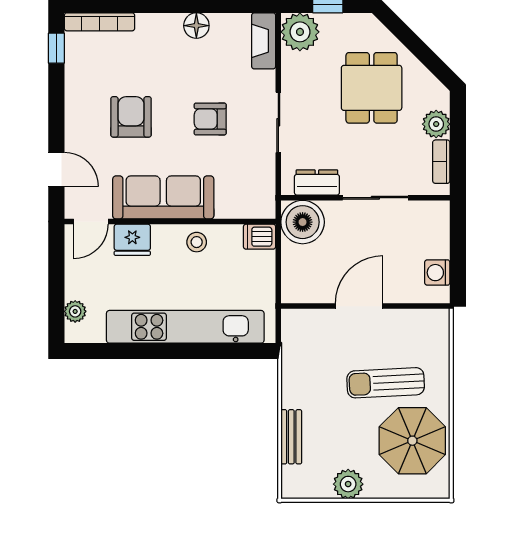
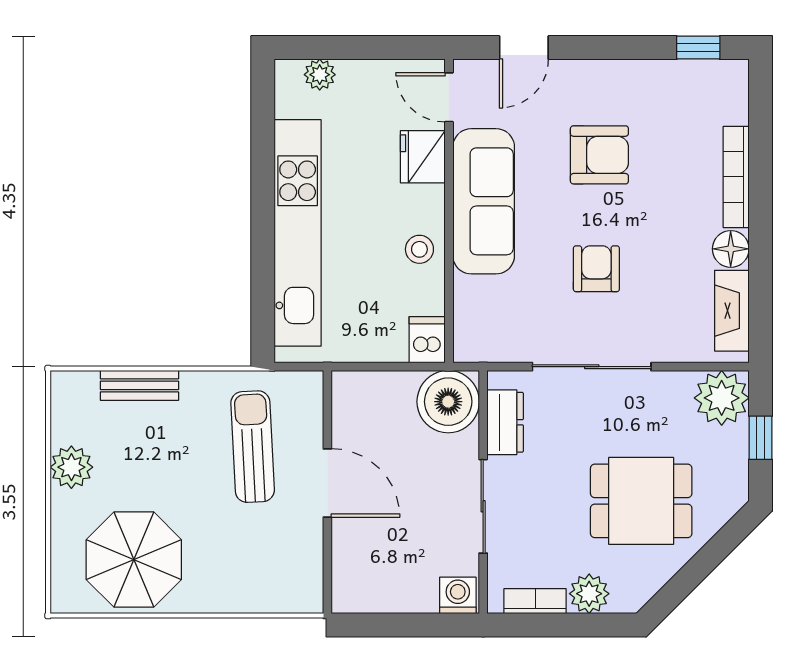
bookcase: (99, 22) -> (736, 177), moved
fireplace: (264, 41) -> (732, 311), moved, turned -90
sliding door: (278, 122) -> (592, 367), width x1.37
washing machine: (437, 273) -> (458, 595), moved
sun lounger: (386, 383) -> (253, 447), moved

